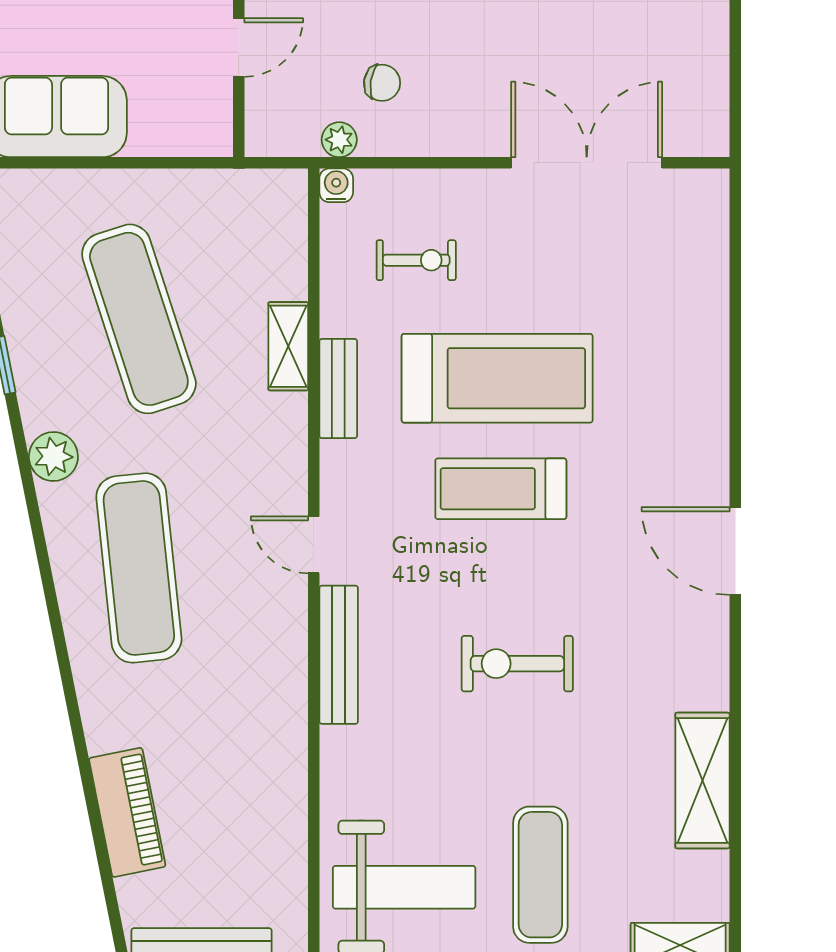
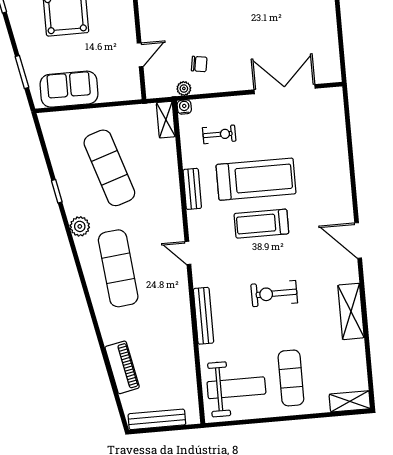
shelving: (288, 346) -> (166, 120), moved
bench: (339, 655) -> (204, 316), moved
shelving: (702, 780) -> (351, 311), moved

